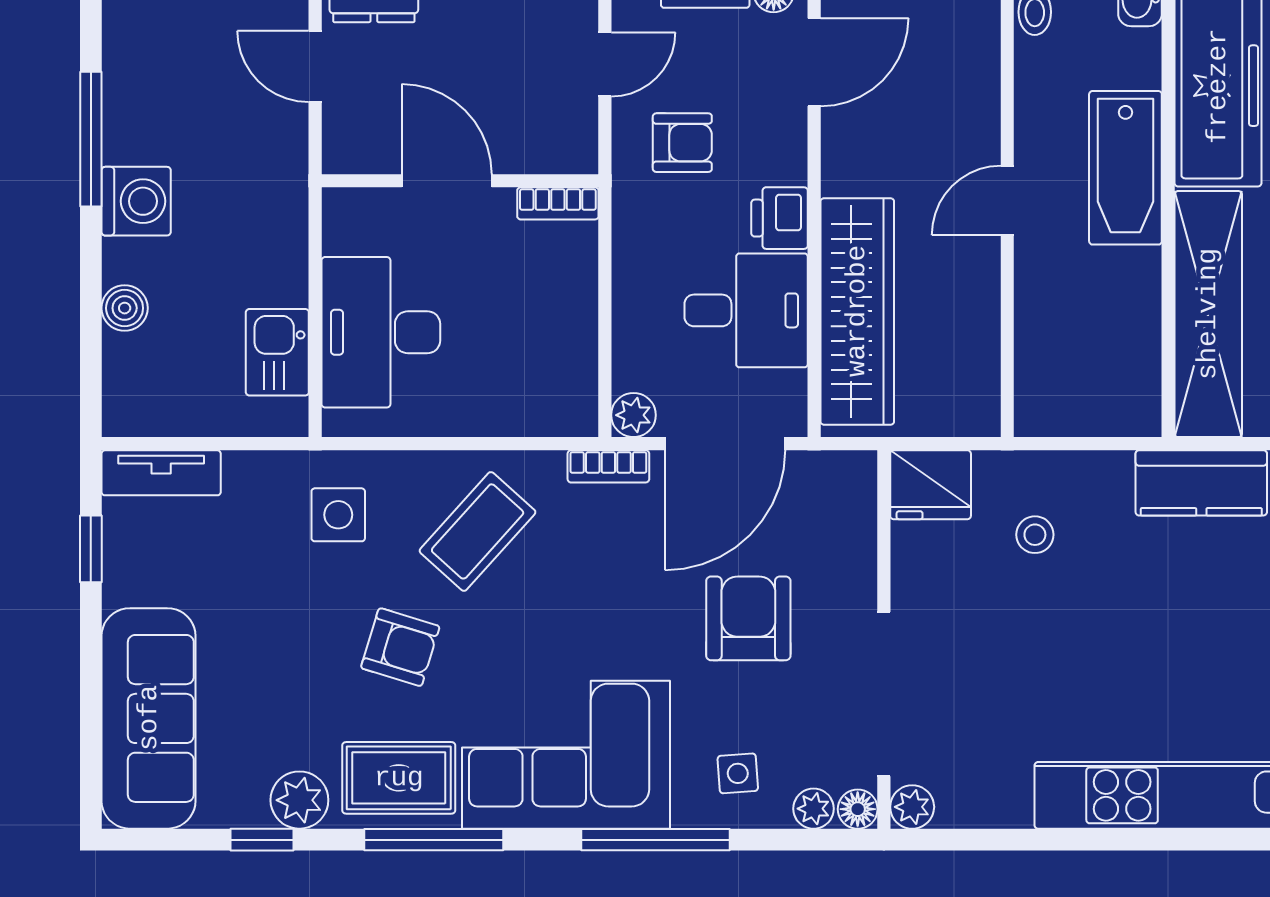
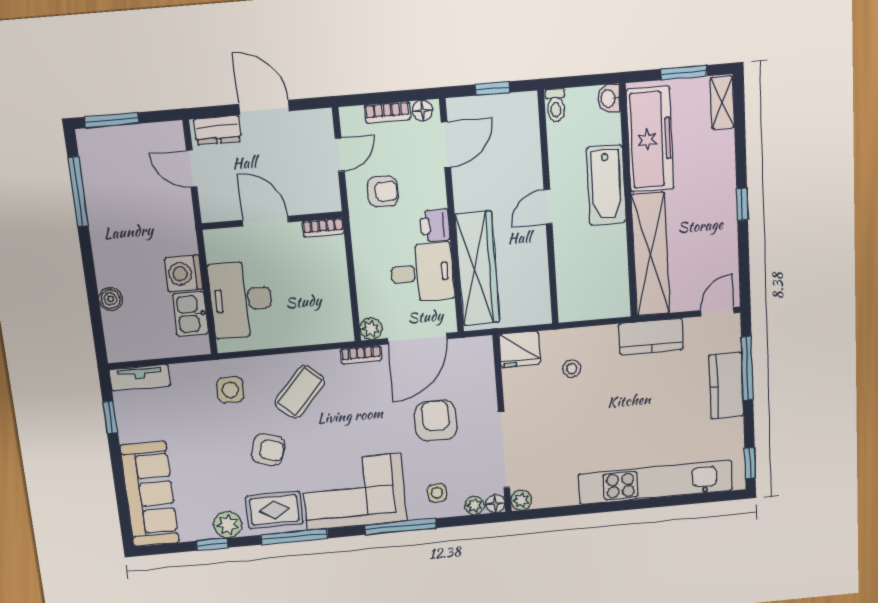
window: (91, 139) -> (78, 192), moved
washing machine: (136, 201) -> (184, 274), moved, turned 180

